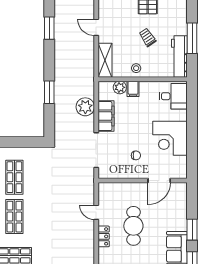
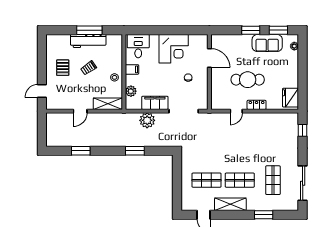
workbench: (179, 57) -> (88, 41), moved
filing cabinet: (133, 89) -> (132, 69), moved

